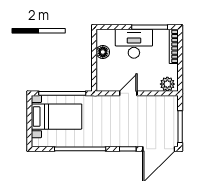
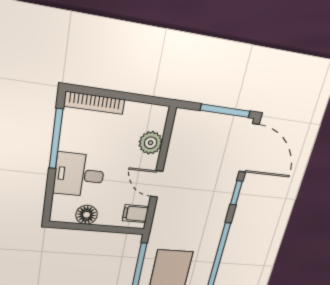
desk: (134, 44) -> (79, 175), width x0.73
filing cabinet: (106, 83) -> (136, 214), added
plant: (167, 84) -> (151, 143), moved

